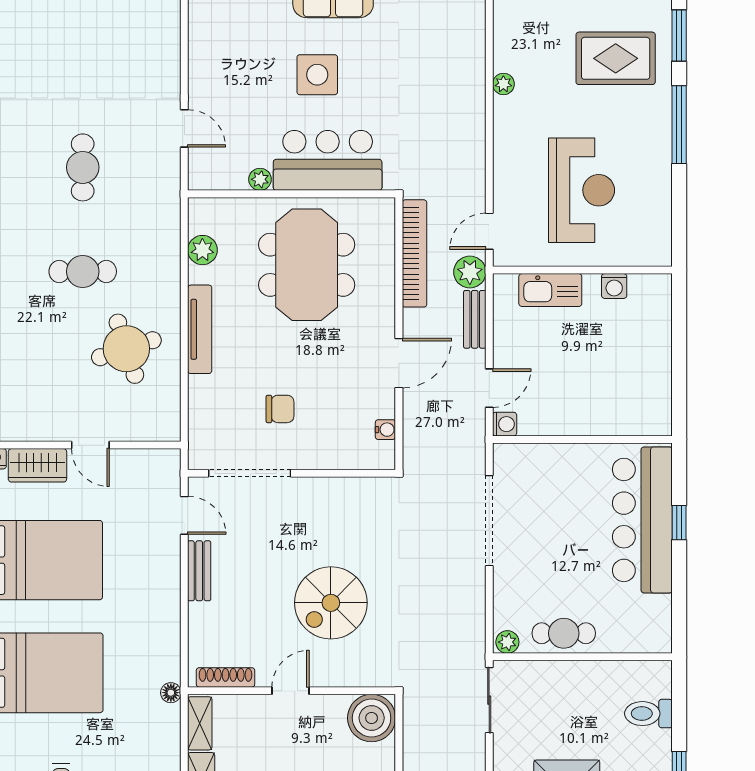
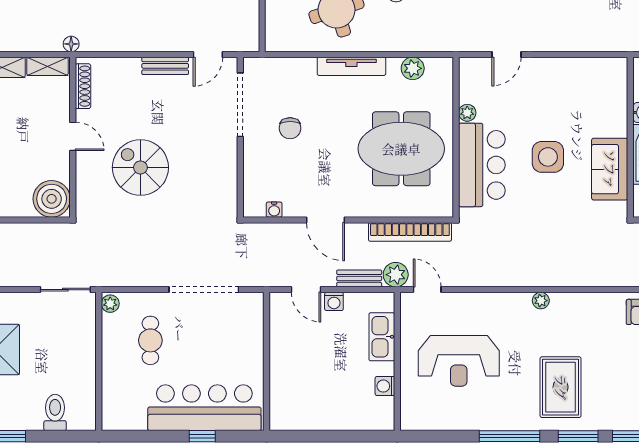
washing machine: (505, 424) -> (334, 301), moved
cafe table: (564, 633) -> (150, 340), moved

